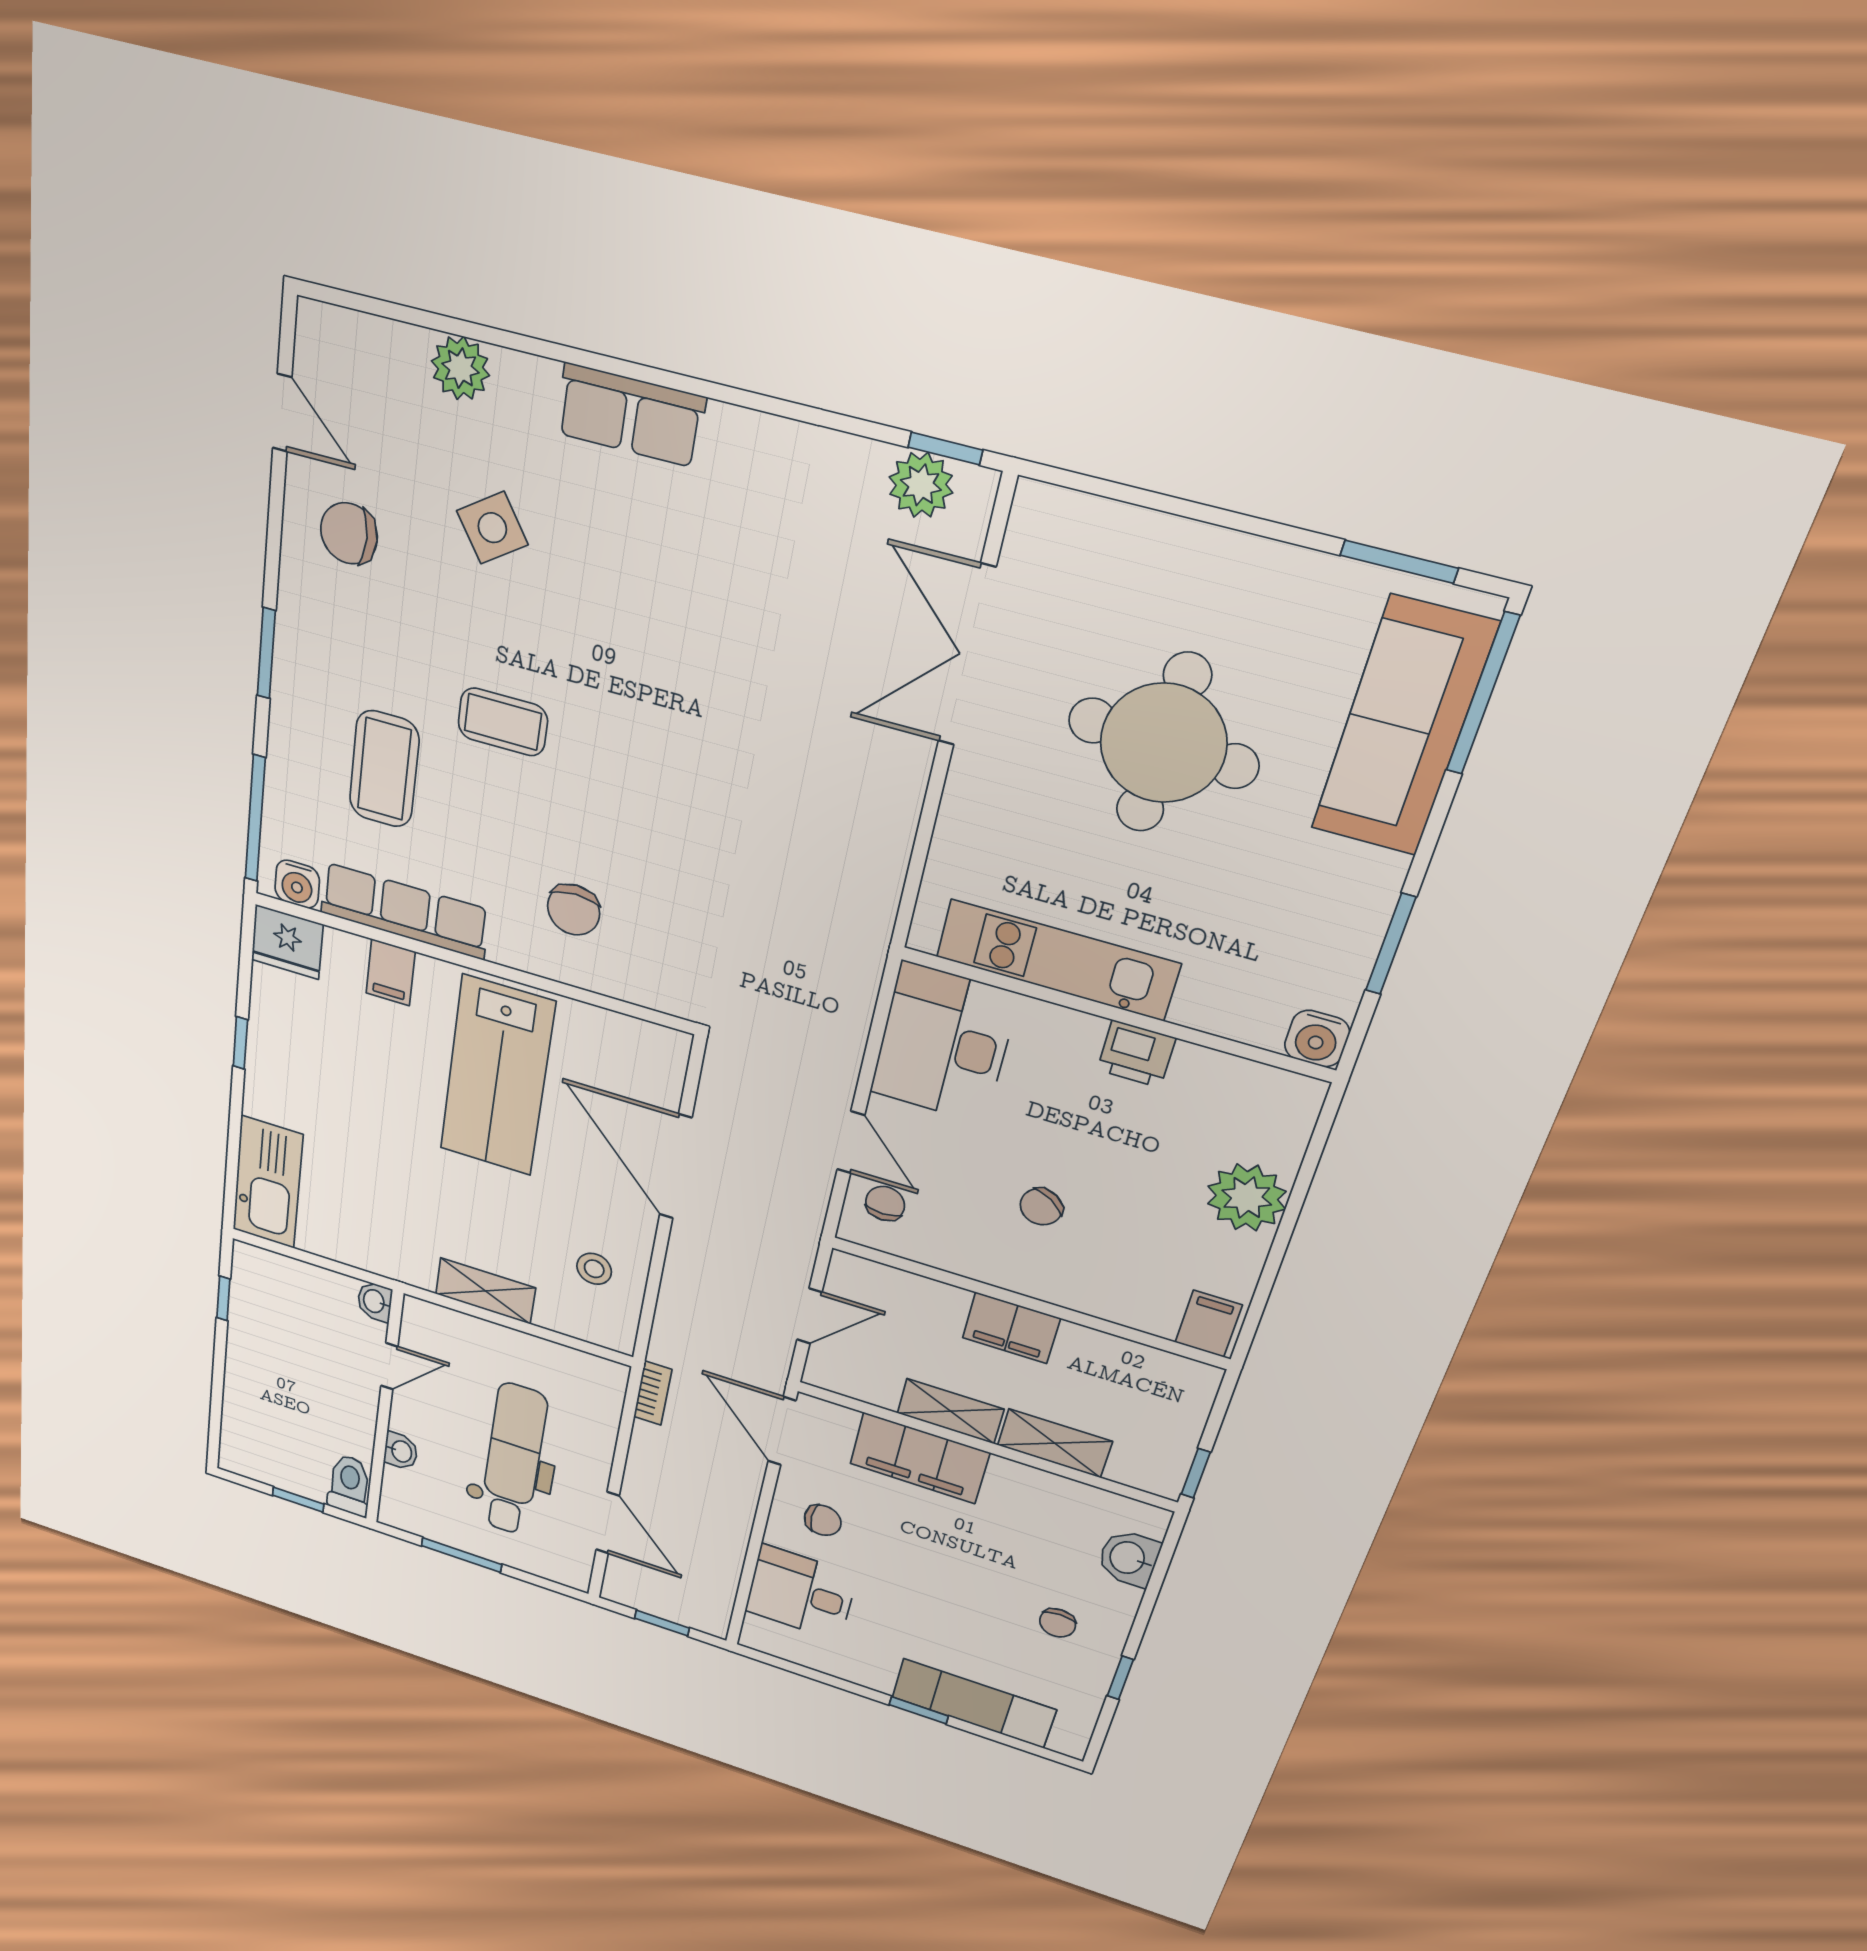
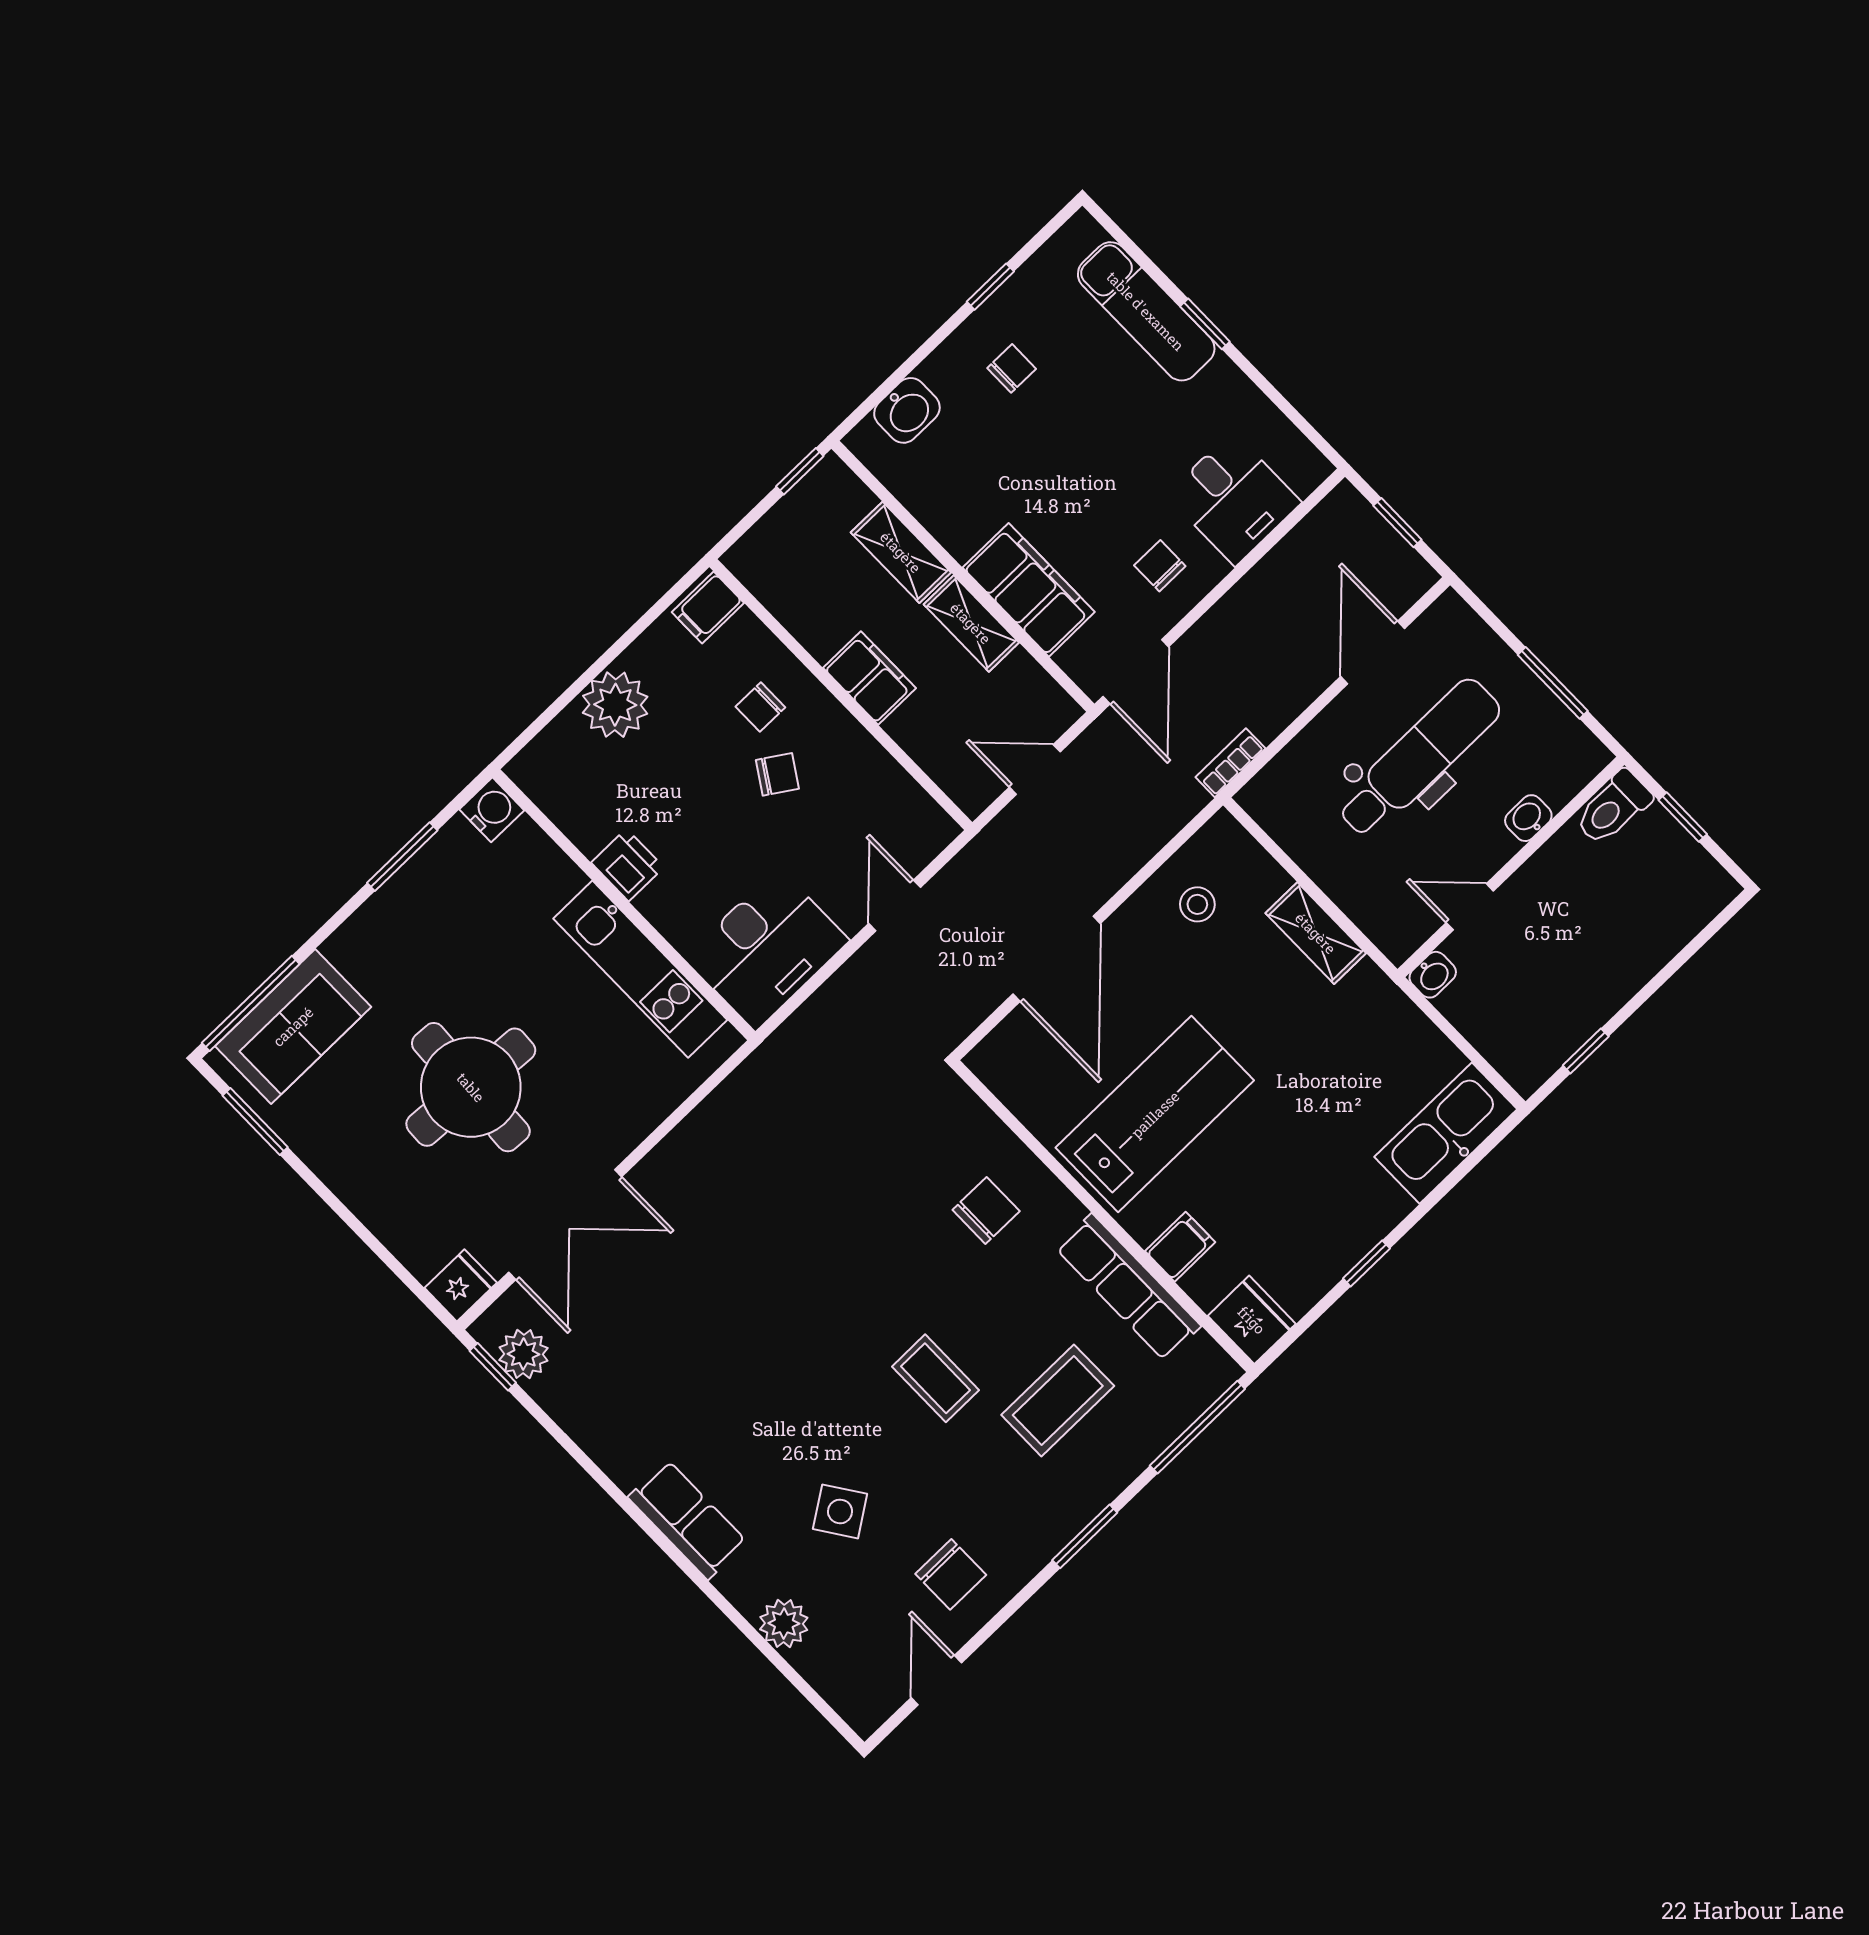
fridge: (1039, 519) -> (461, 1285), added
sofa: (1403, 727) -> (293, 1026), width x0.73
water cooler: (297, 884) -> (1204, 1359), removed
chair: (885, 1204) -> (760, 707), moved
dental chair: (513, 1460) -> (1419, 758), turned 180

